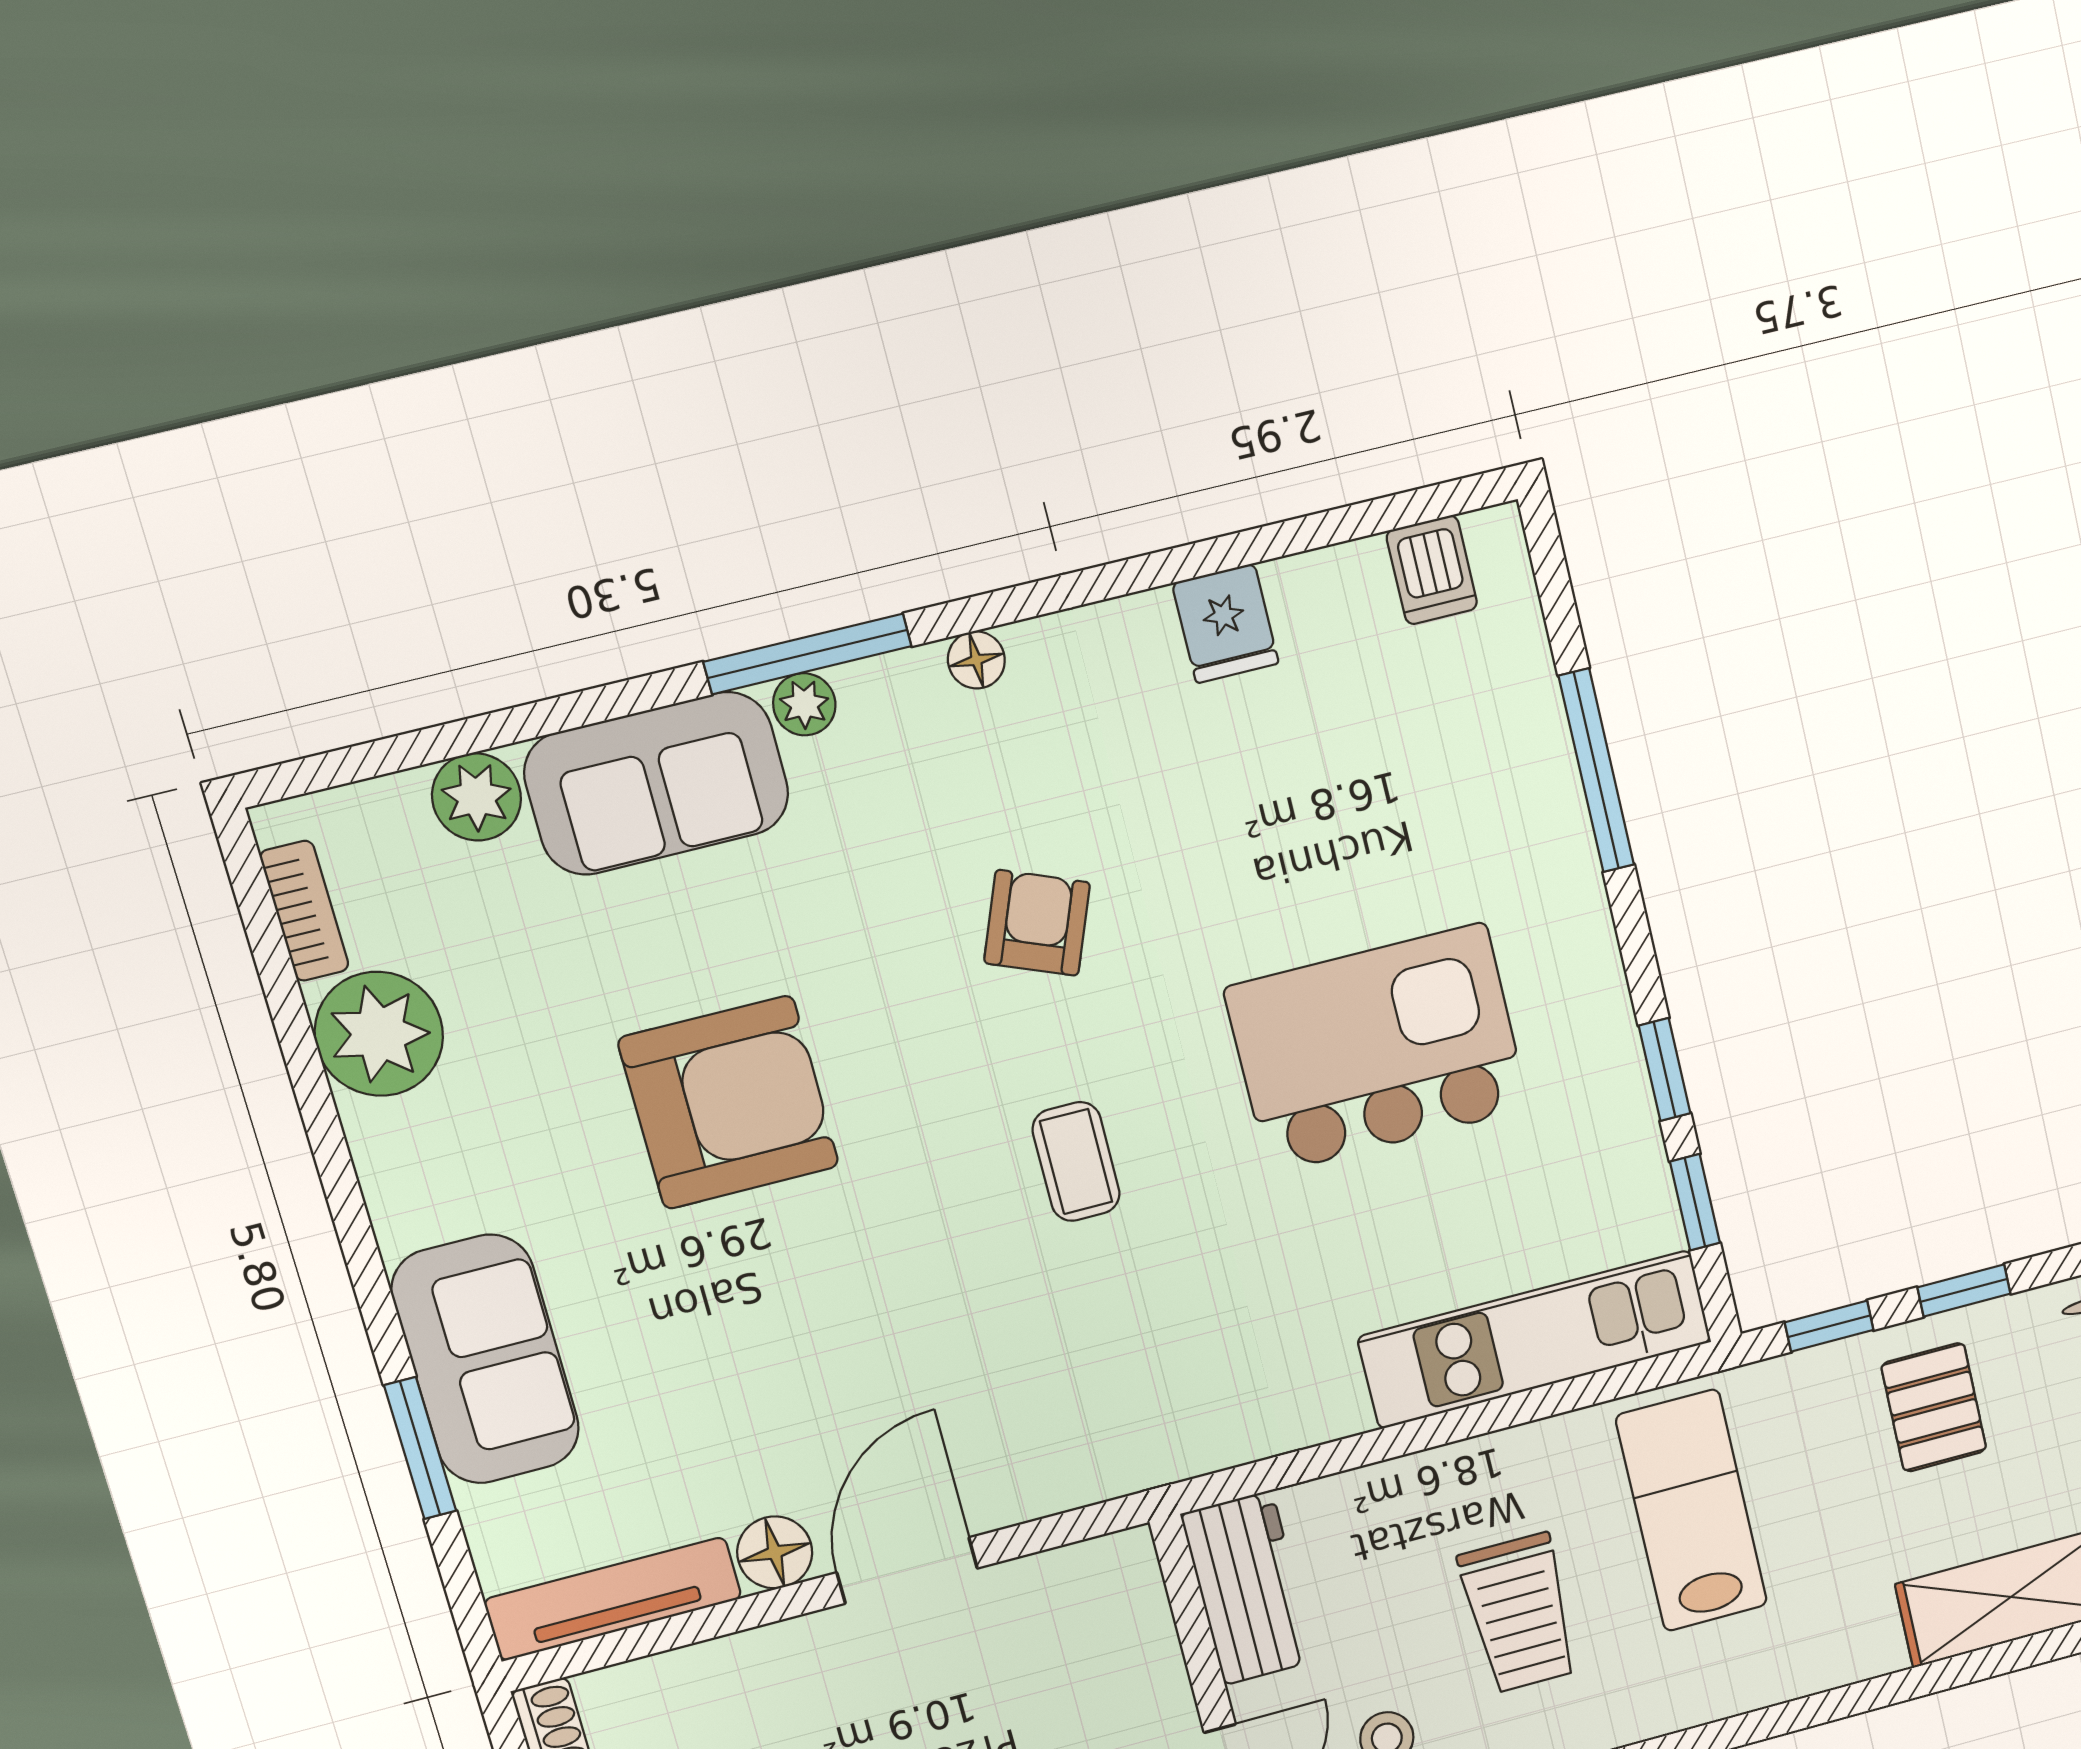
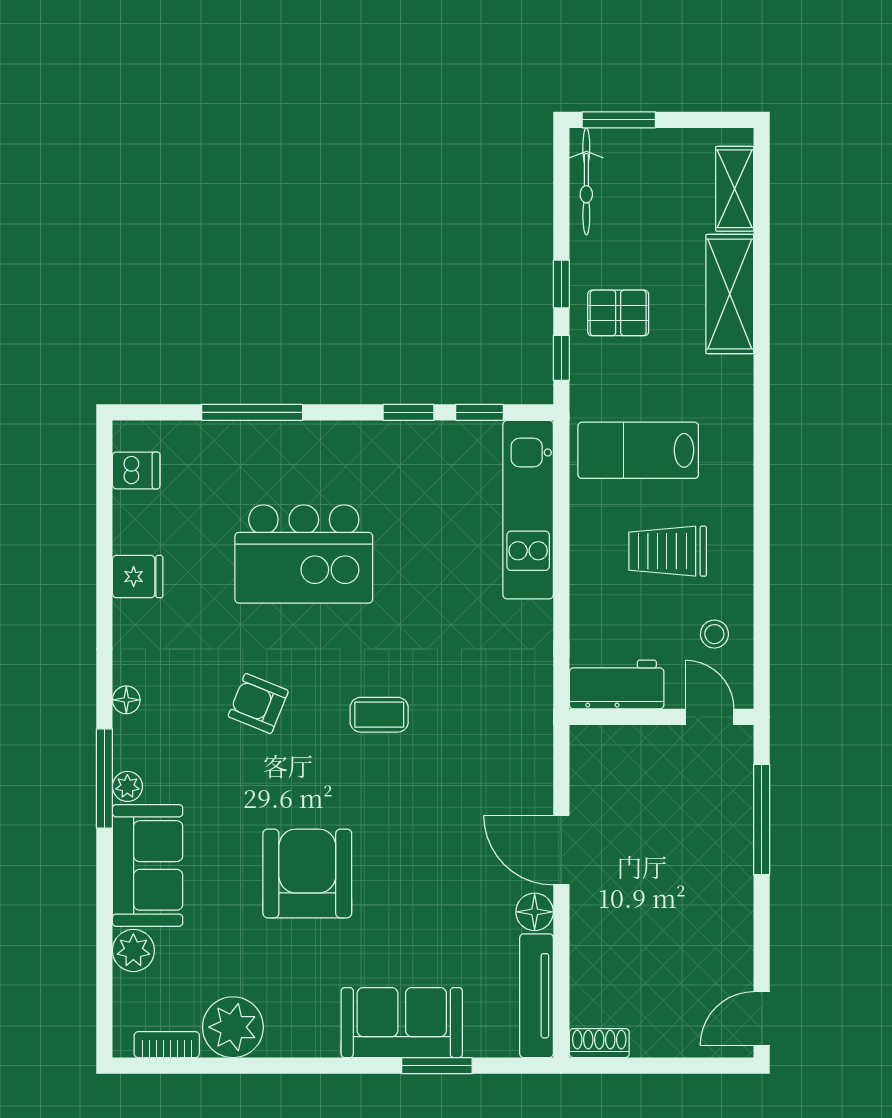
kitchen island: (1377, 1048) -> (304, 554), moved, turned -90
trolley: (1519, 1613) -> (668, 551), turned 180

